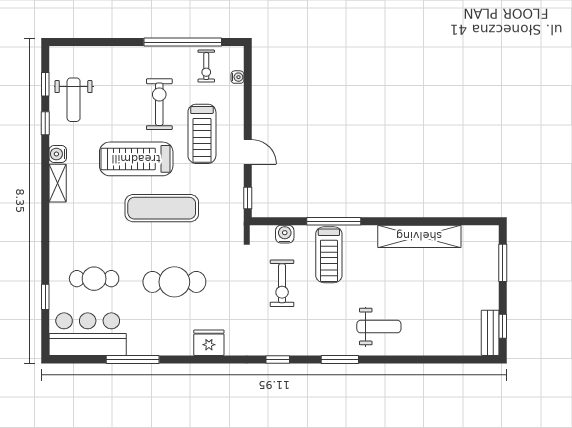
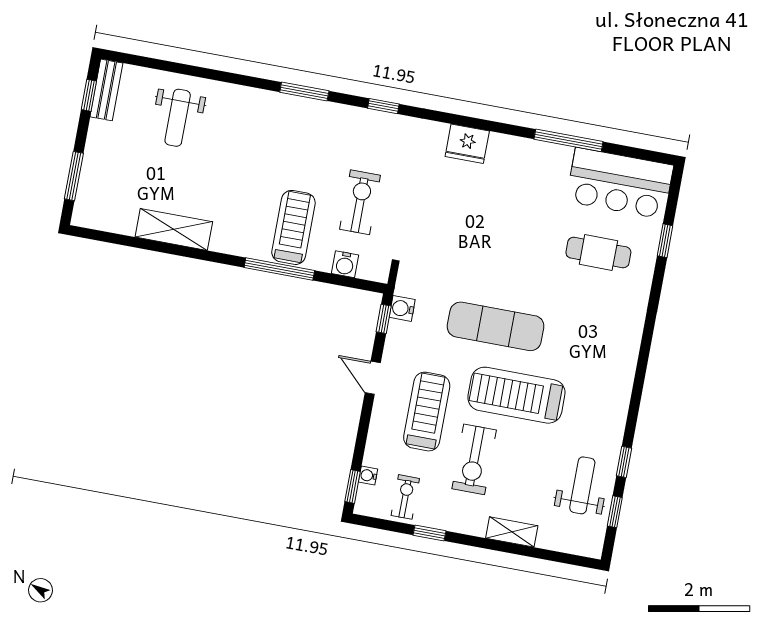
window: (183, 42) -> (430, 533), width x0.32
window: (248, 67) -> (353, 486), added
water cooler: (58, 154) -> (402, 308), moved, turned 180
treadmill: (136, 159) -> (516, 395), turned 180
shelving: (58, 183) -> (512, 532), moved, turned 90
shelving: (419, 236) -> (174, 229), width x0.68
cafe table: (174, 282) -> (497, 229), removed
weight bench: (379, 327) -> (178, 118), moved, turned -90

